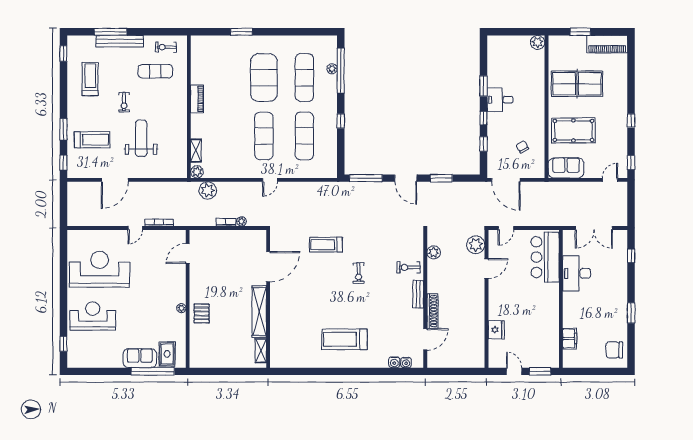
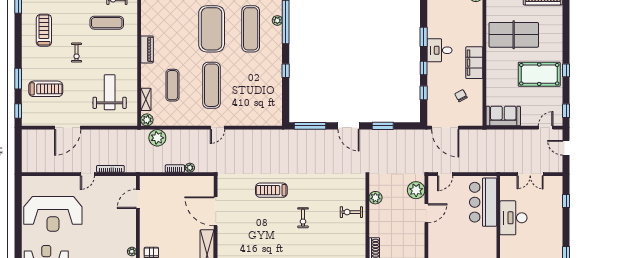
filing cabinet: (536, 113) -> (474, 63), added
pool table: (573, 130) -> (539, 74), moved
exercise mat: (304, 136) -> (172, 85), moved, width x0.73, depth x0.69
weight bench: (141, 138) -> (110, 92), moved
door: (631, 201) -> (566, 148), added
double door: (594, 228) -> (530, 174), width x0.73
door: (268, 267) -> (216, 211), swing flipped
reception desk: (100, 269) -> (53, 214), turned 180
bench: (418, 294) -> (361, 238), removed

